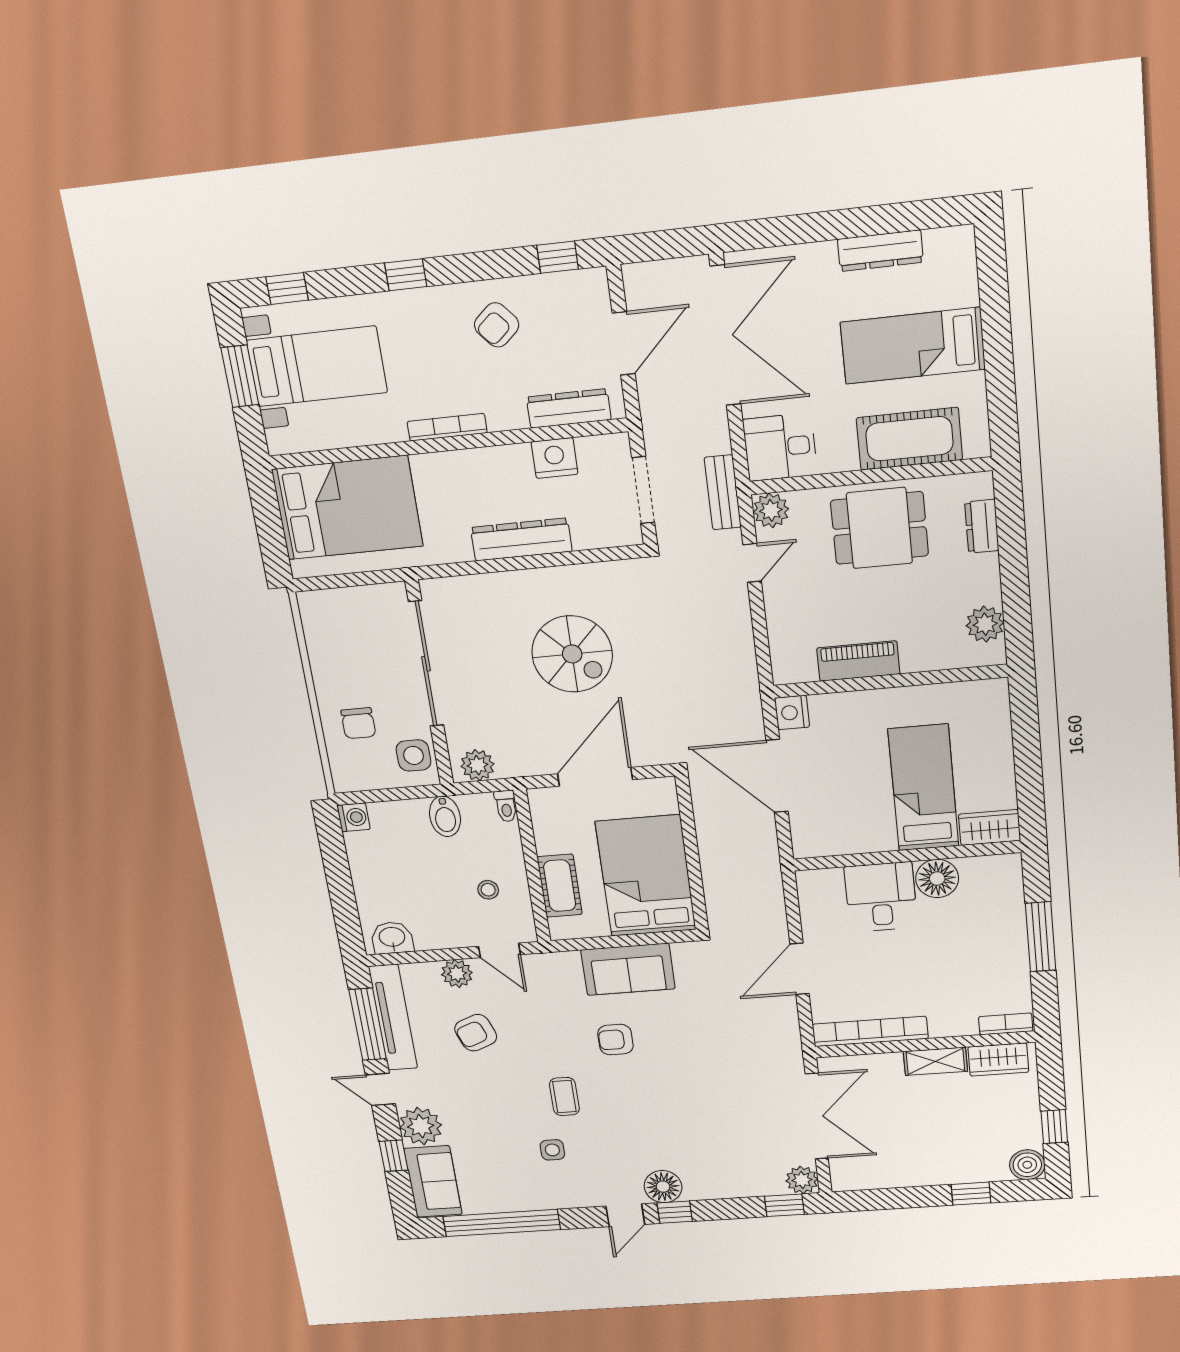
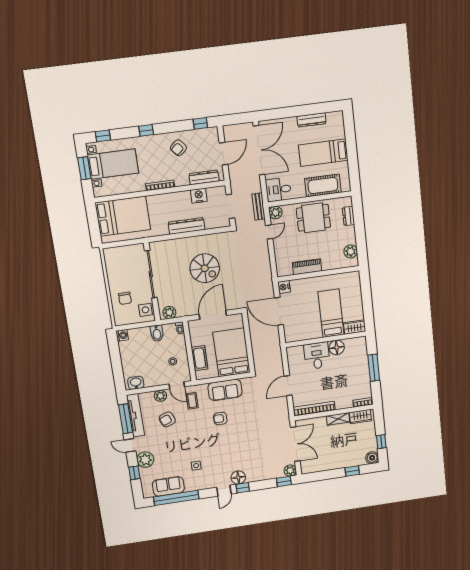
coffee table: (564, 1096) -> (192, 401), moved
sofa: (433, 1181) -> (168, 486), moved, turned -90

